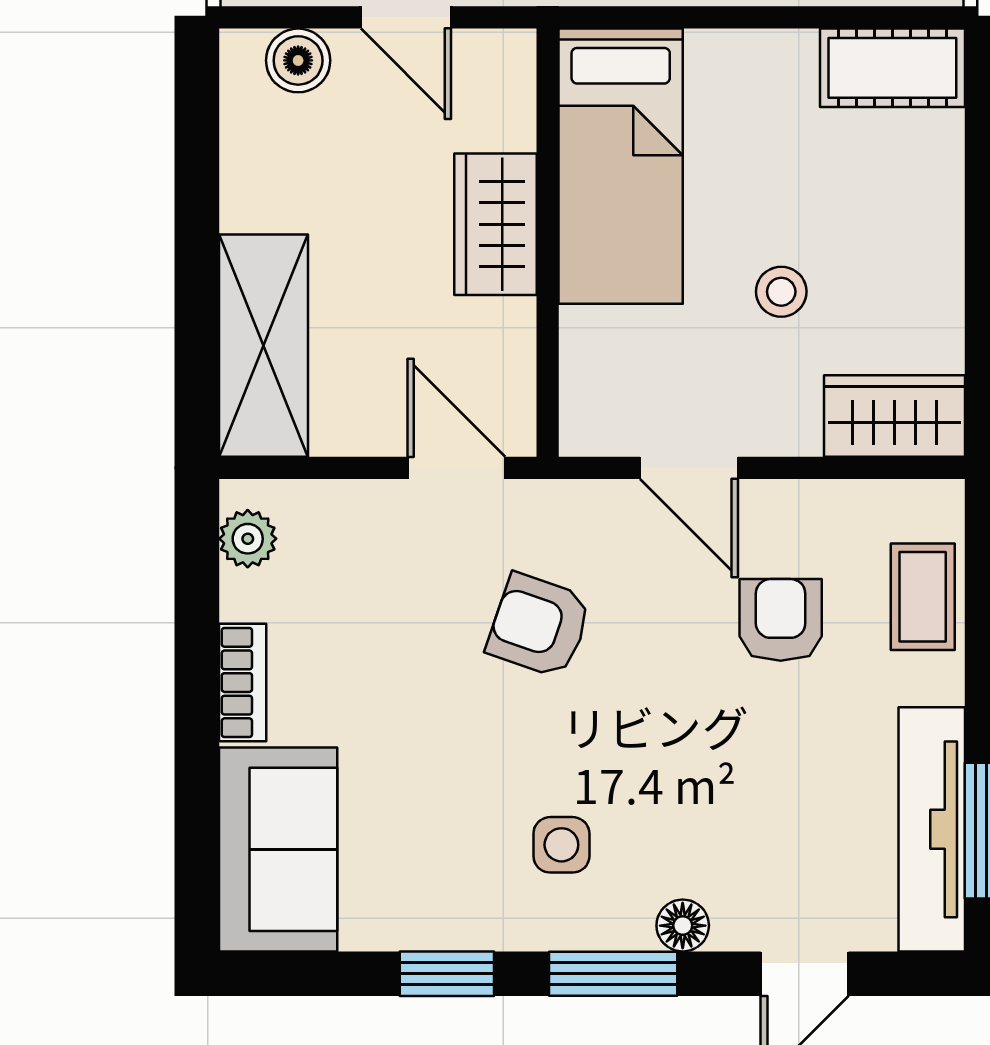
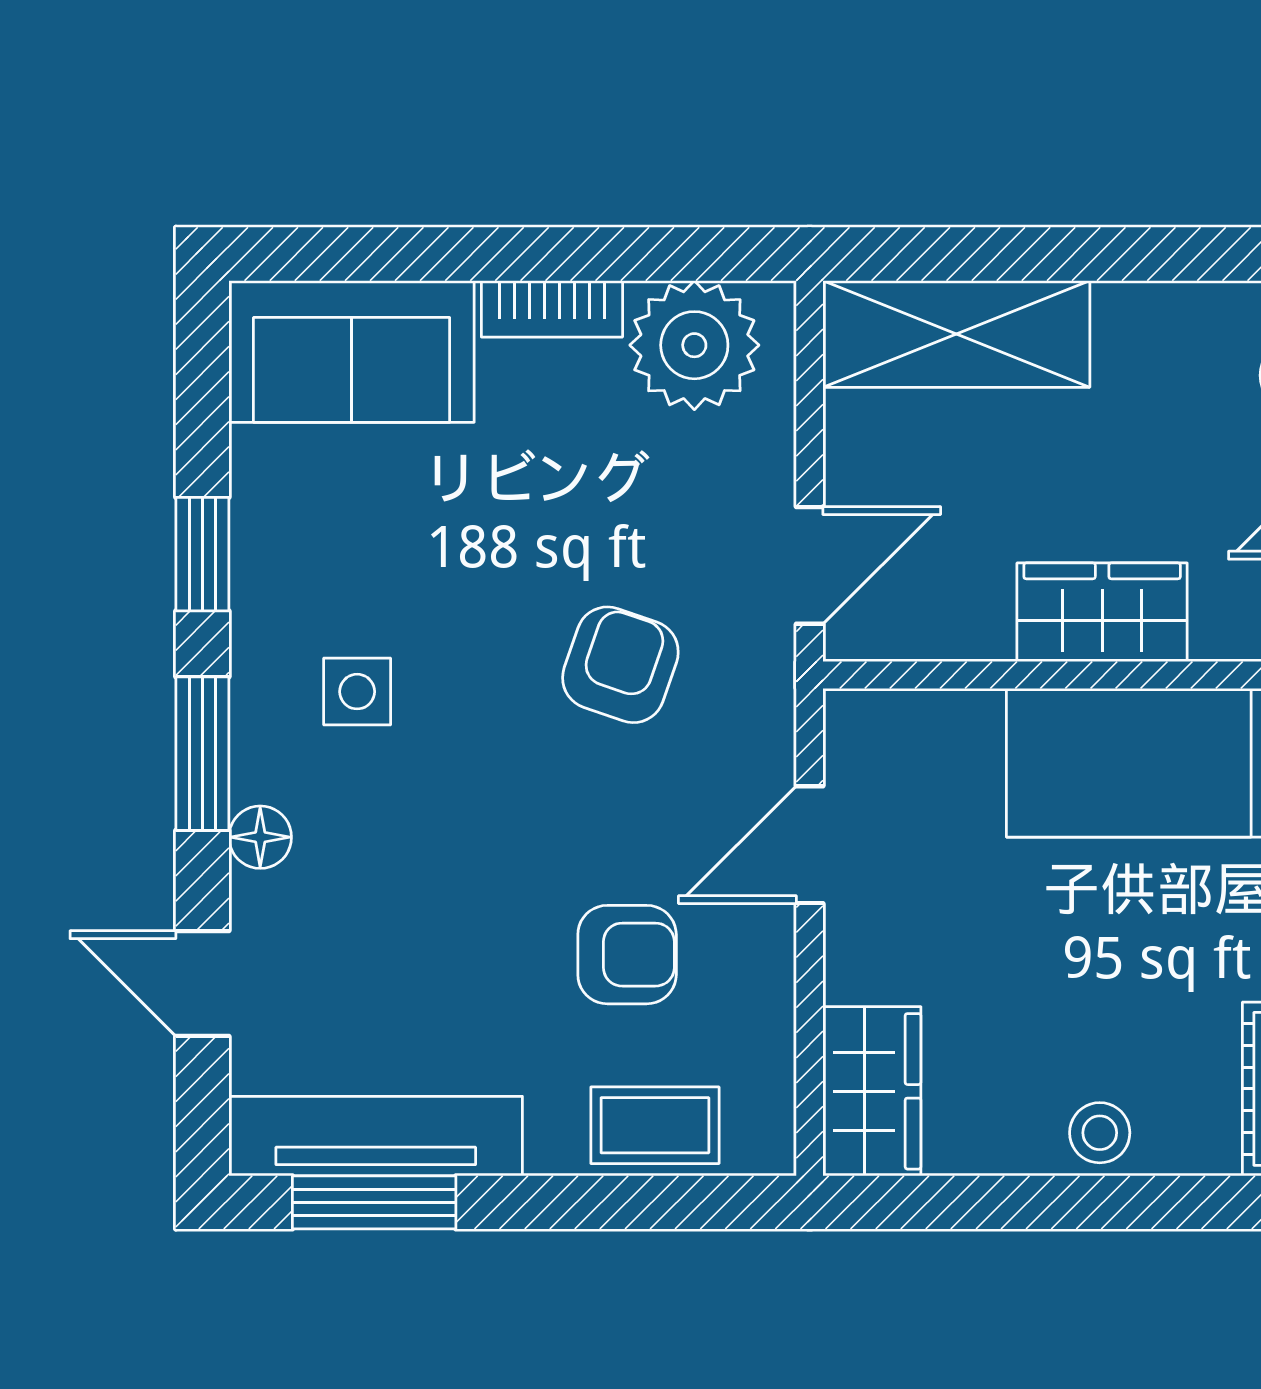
stool: (781, 292) -> (1100, 1133), moved
plant: (248, 539) -> (694, 345), width x1.87, depth x1.87

